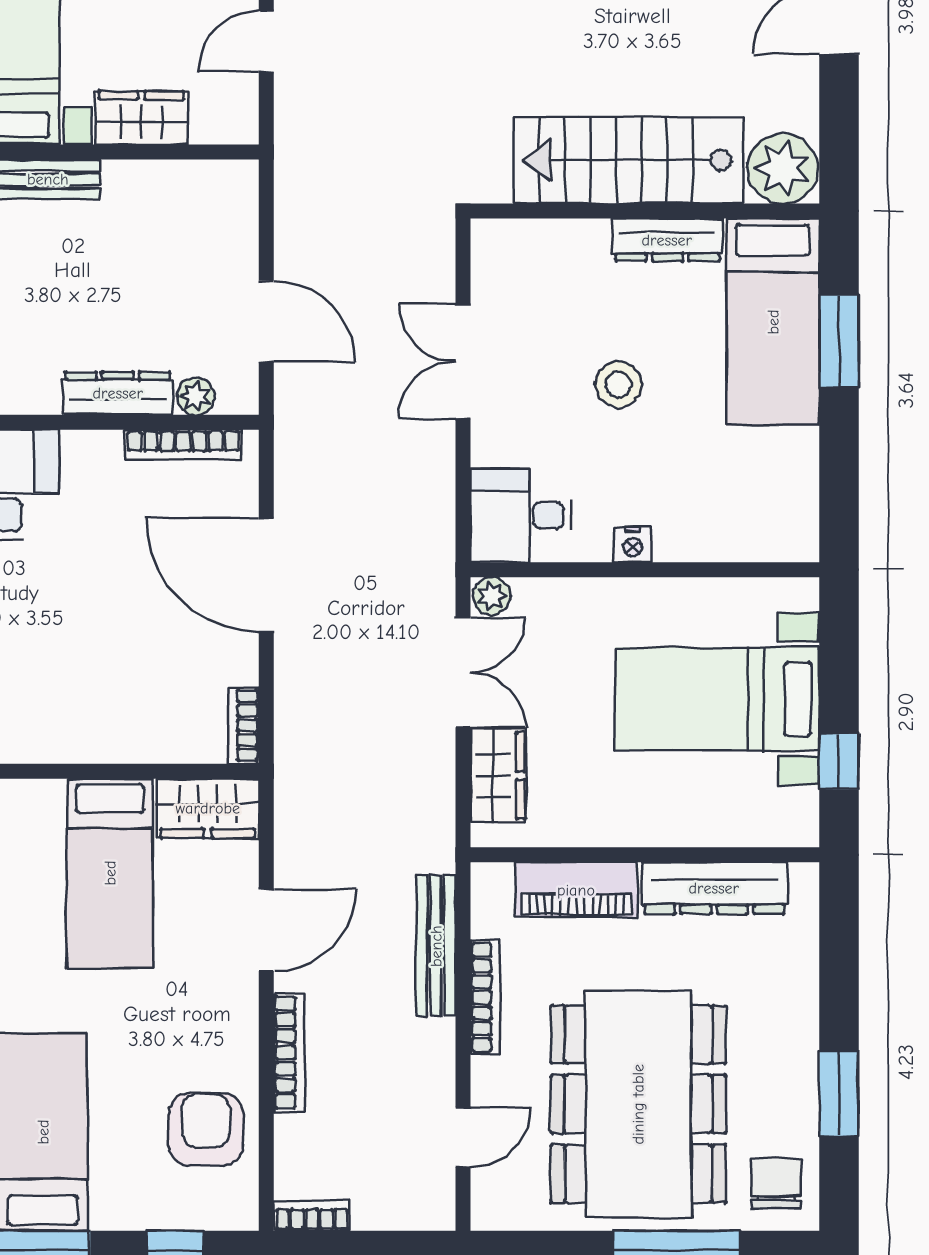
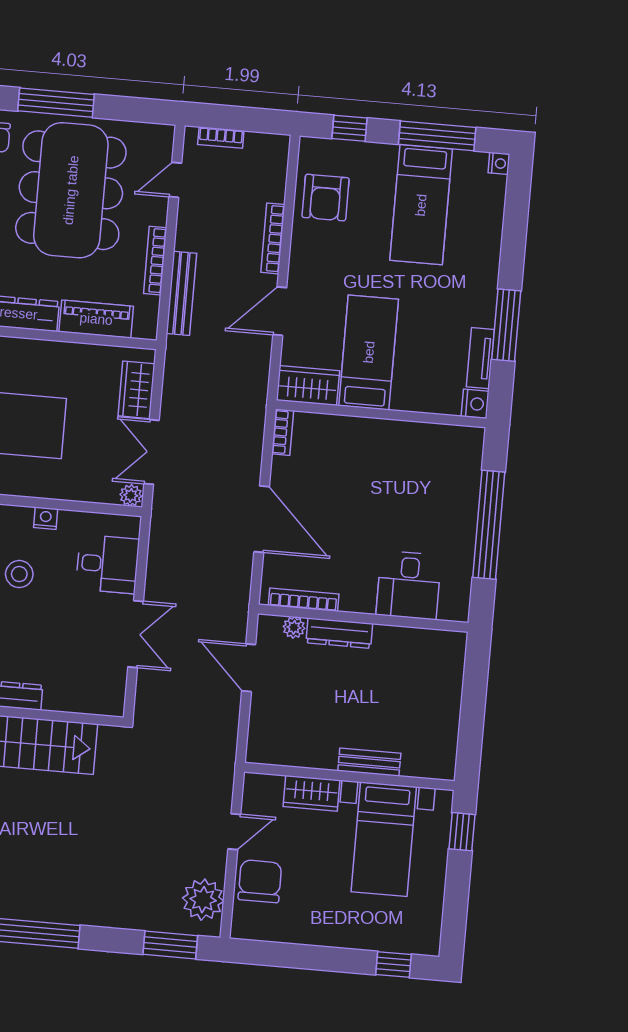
stool: (618, 385) -> (19, 574), moved
desk: (521, 515) -> (107, 564), moved
bookcase: (312, 1216) -> (221, 138), moved

